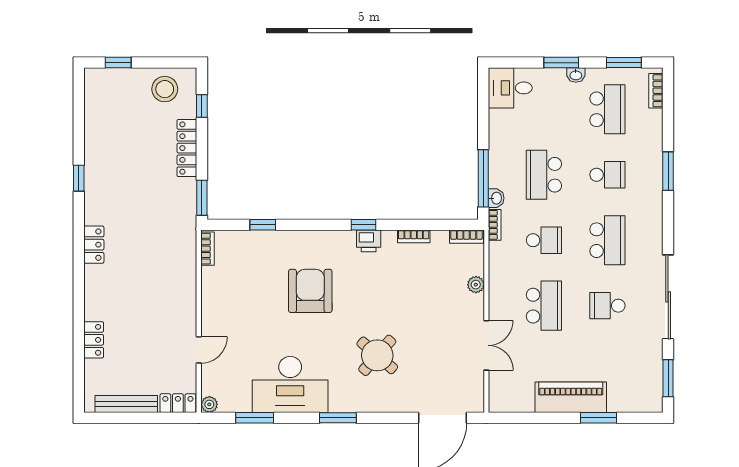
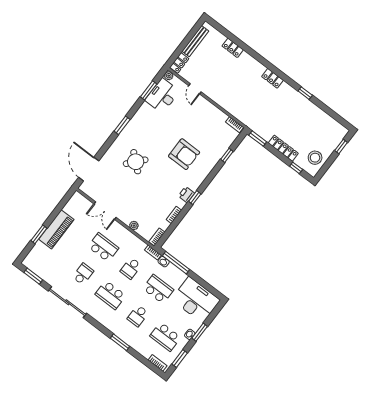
desk: (510, 88) -> (196, 300), width x1.87, depth x1.30
school desk: (544, 306) -> (103, 247), turned 180
desk: (290, 384) -> (162, 96), moved, width x0.73, depth x0.77

